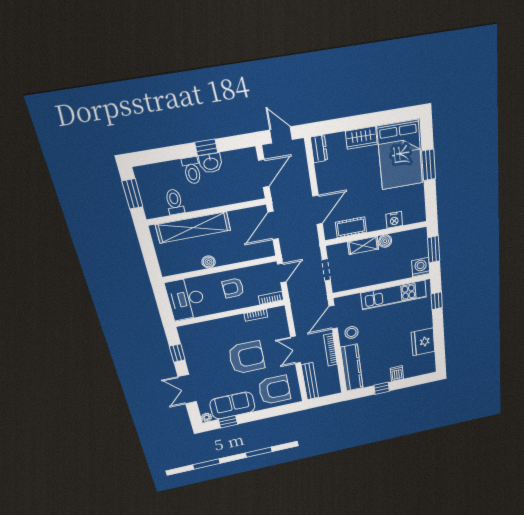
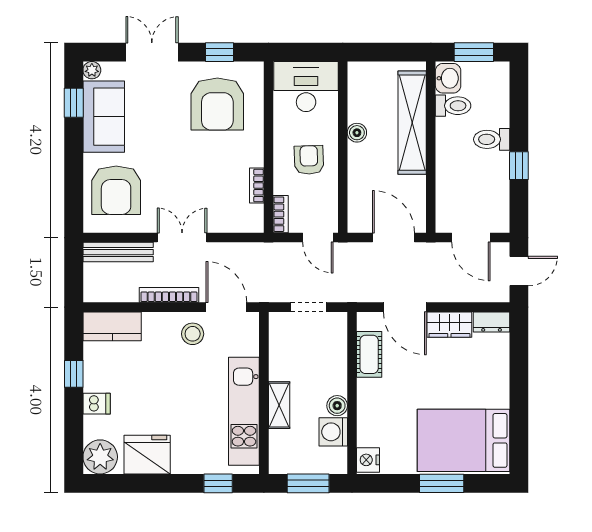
wardrobe: (361, 138) -> (449, 325), moved, turned -90
washbasin: (211, 163) -> (448, 78), moved, turned 180
nightstand: (394, 220) -> (368, 460), moved
shelving: (363, 245) -> (279, 405), moved
washing machine: (421, 267) -> (333, 432), moved, turned 180
armchair: (247, 357) -> (217, 104), moved
plant: (426, 365) -> (100, 457), added
kitchen counter: (352, 368) -> (112, 326), width x0.67

